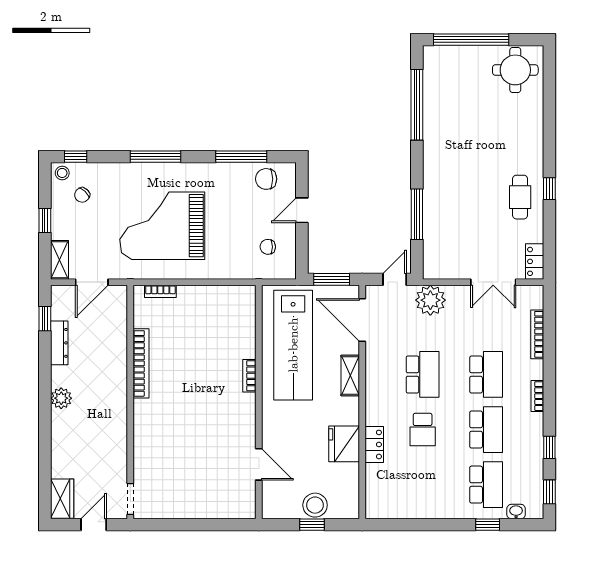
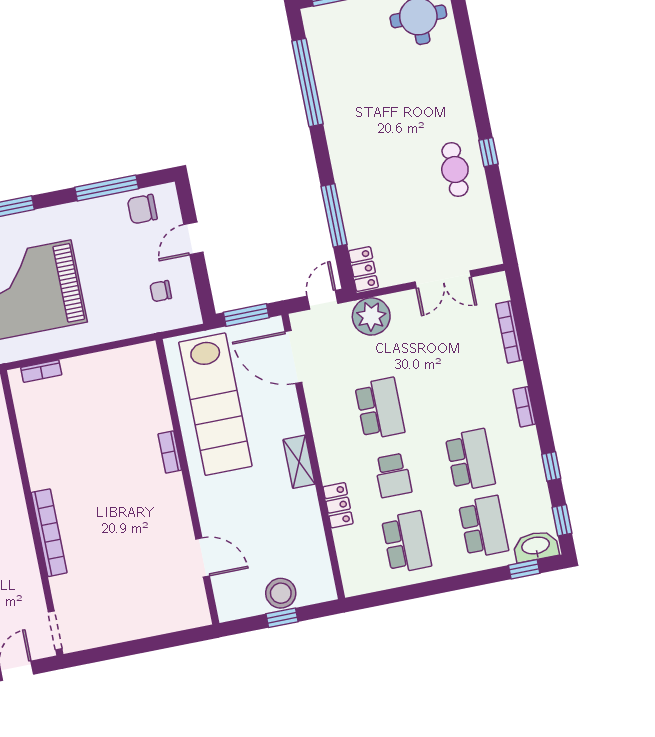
locker: (535, 261) -> (363, 269), moved, turned 180
bookcase: (141, 363) -> (49, 533), moved
school desk: (486, 374) -> (406, 542), moved
shelving: (350, 375) -> (299, 462), moved
fridge: (344, 444) -> (301, 512), removed
washbasin: (516, 512) -> (536, 546), width x1.91, depth x1.45
window: (488, 525) -> (524, 569), moved

